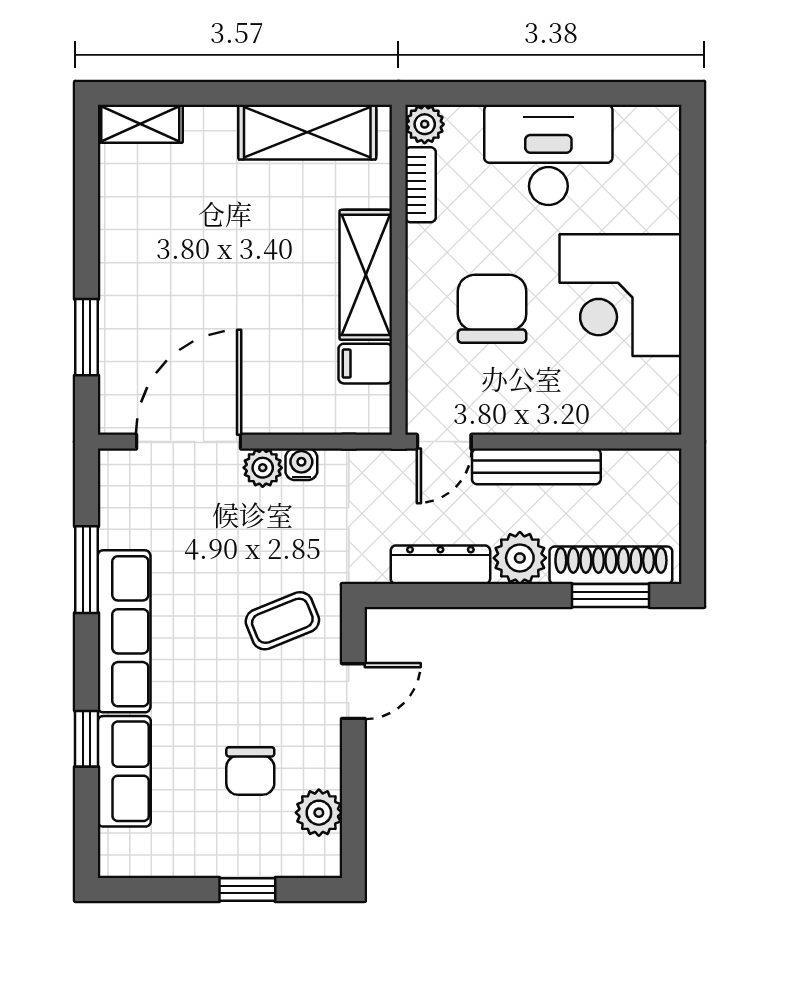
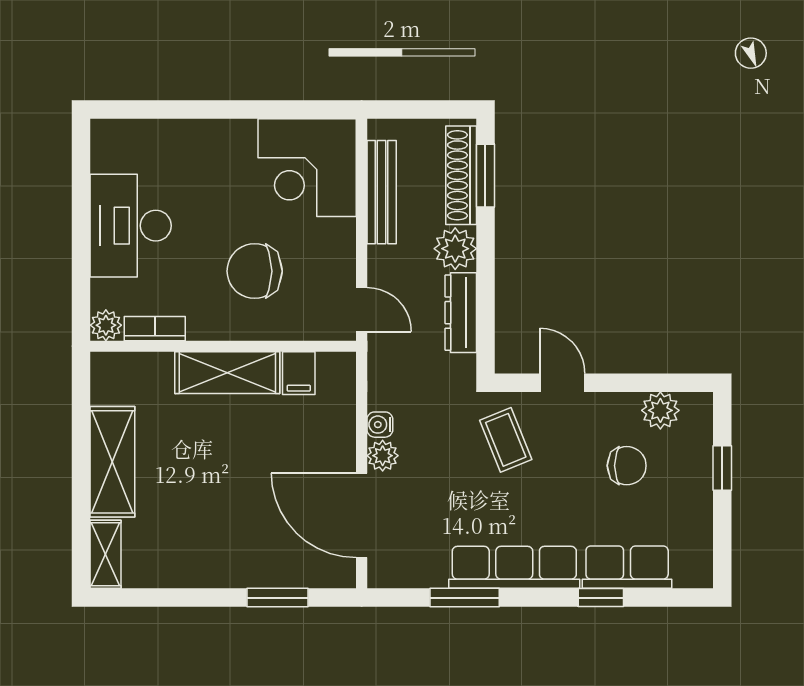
shelving: (307, 132) -> (112, 462), moved
corner desk: (620, 295) -> (307, 168), moved, turned 90
bench: (536, 466) -> (382, 192), moved

